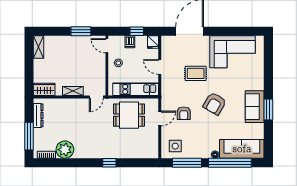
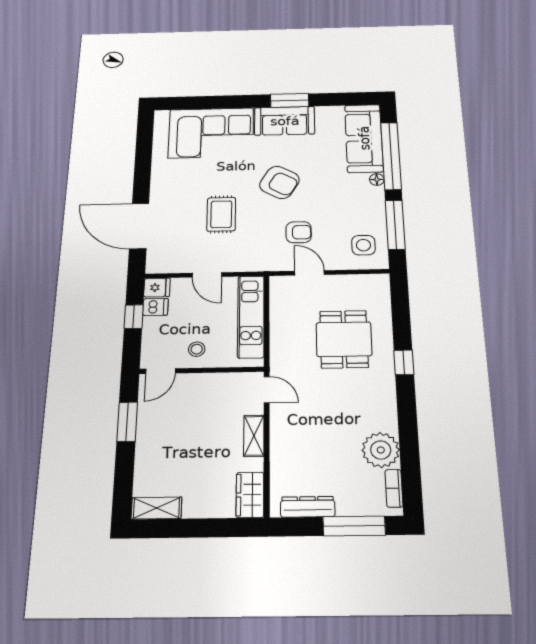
dishwasher: (130, 42) -> (155, 307), moved
corner sofa: (232, 52) -> (211, 133), moved, turned 90
door: (160, 67) -> (207, 275), hinge flipped
dining table: (129, 115) -> (344, 339), moved

